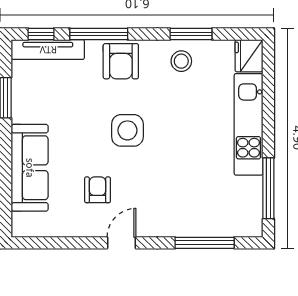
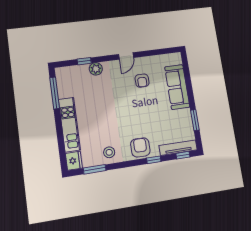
window: (99, 34) -> (154, 160), width x0.46
window: (191, 34) -> (95, 169), moved
side table: (127, 130) -> (132, 112), removed
plant: (184, 225) -> (96, 69), added
window: (205, 243) -> (84, 61), width x0.46

